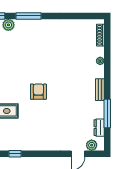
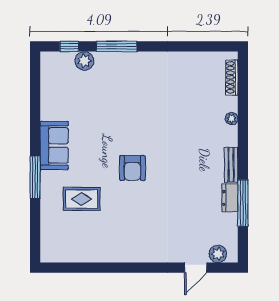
armchair: (38, 92) -> (132, 168), turned 180
dresser: (99, 128) -> (230, 198), moved
window: (15, 154) -> (95, 268), removed

